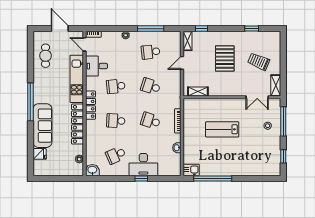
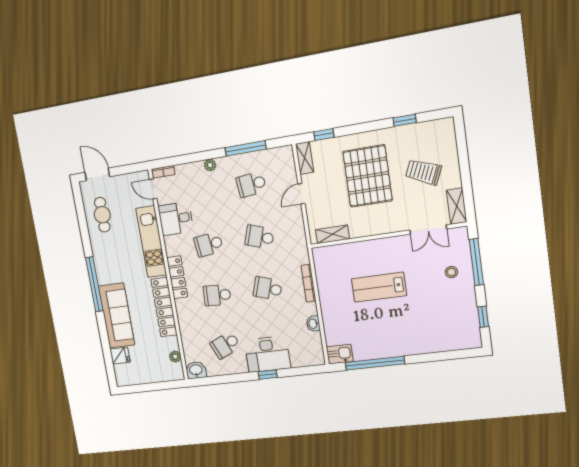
door: (60, 29) -> (97, 174), moved
pallet: (225, 58) -> (368, 176), width x1.37, depth x1.41

